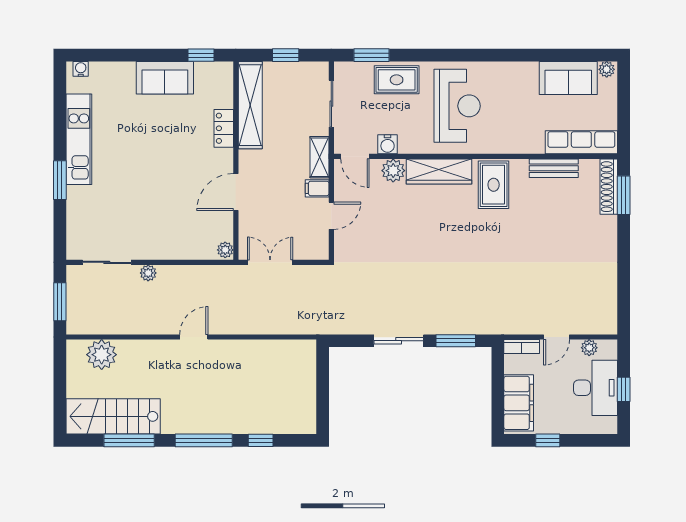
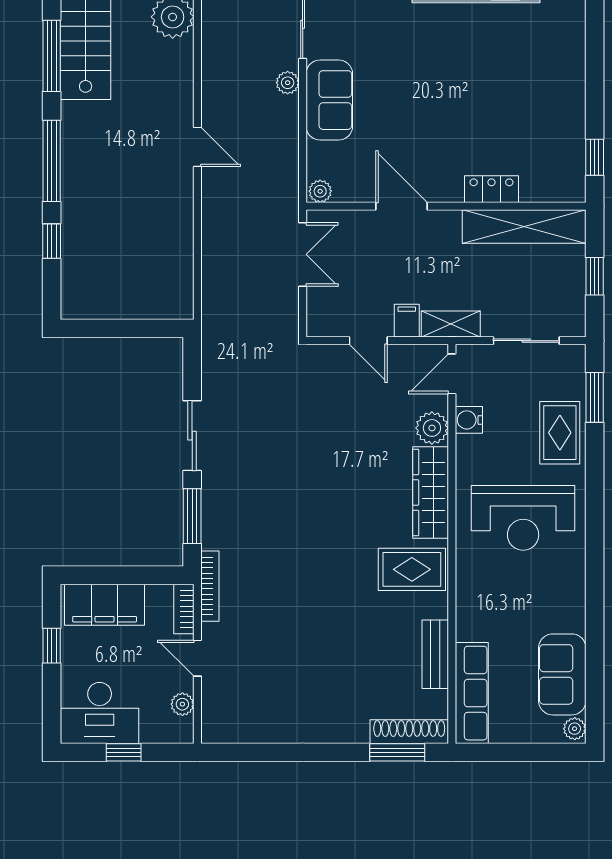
sofa: (165, 78) -> (329, 100), moved, turned 180
bookcase: (506, 328) -> (210, 586), added
desk: (596, 388) -> (100, 713), moved

